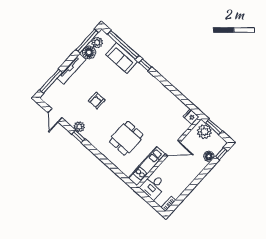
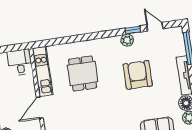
armchair: (97, 100) -> (138, 75), width x1.88, depth x1.88
window: (78, 136) -> (133, 30), moved

